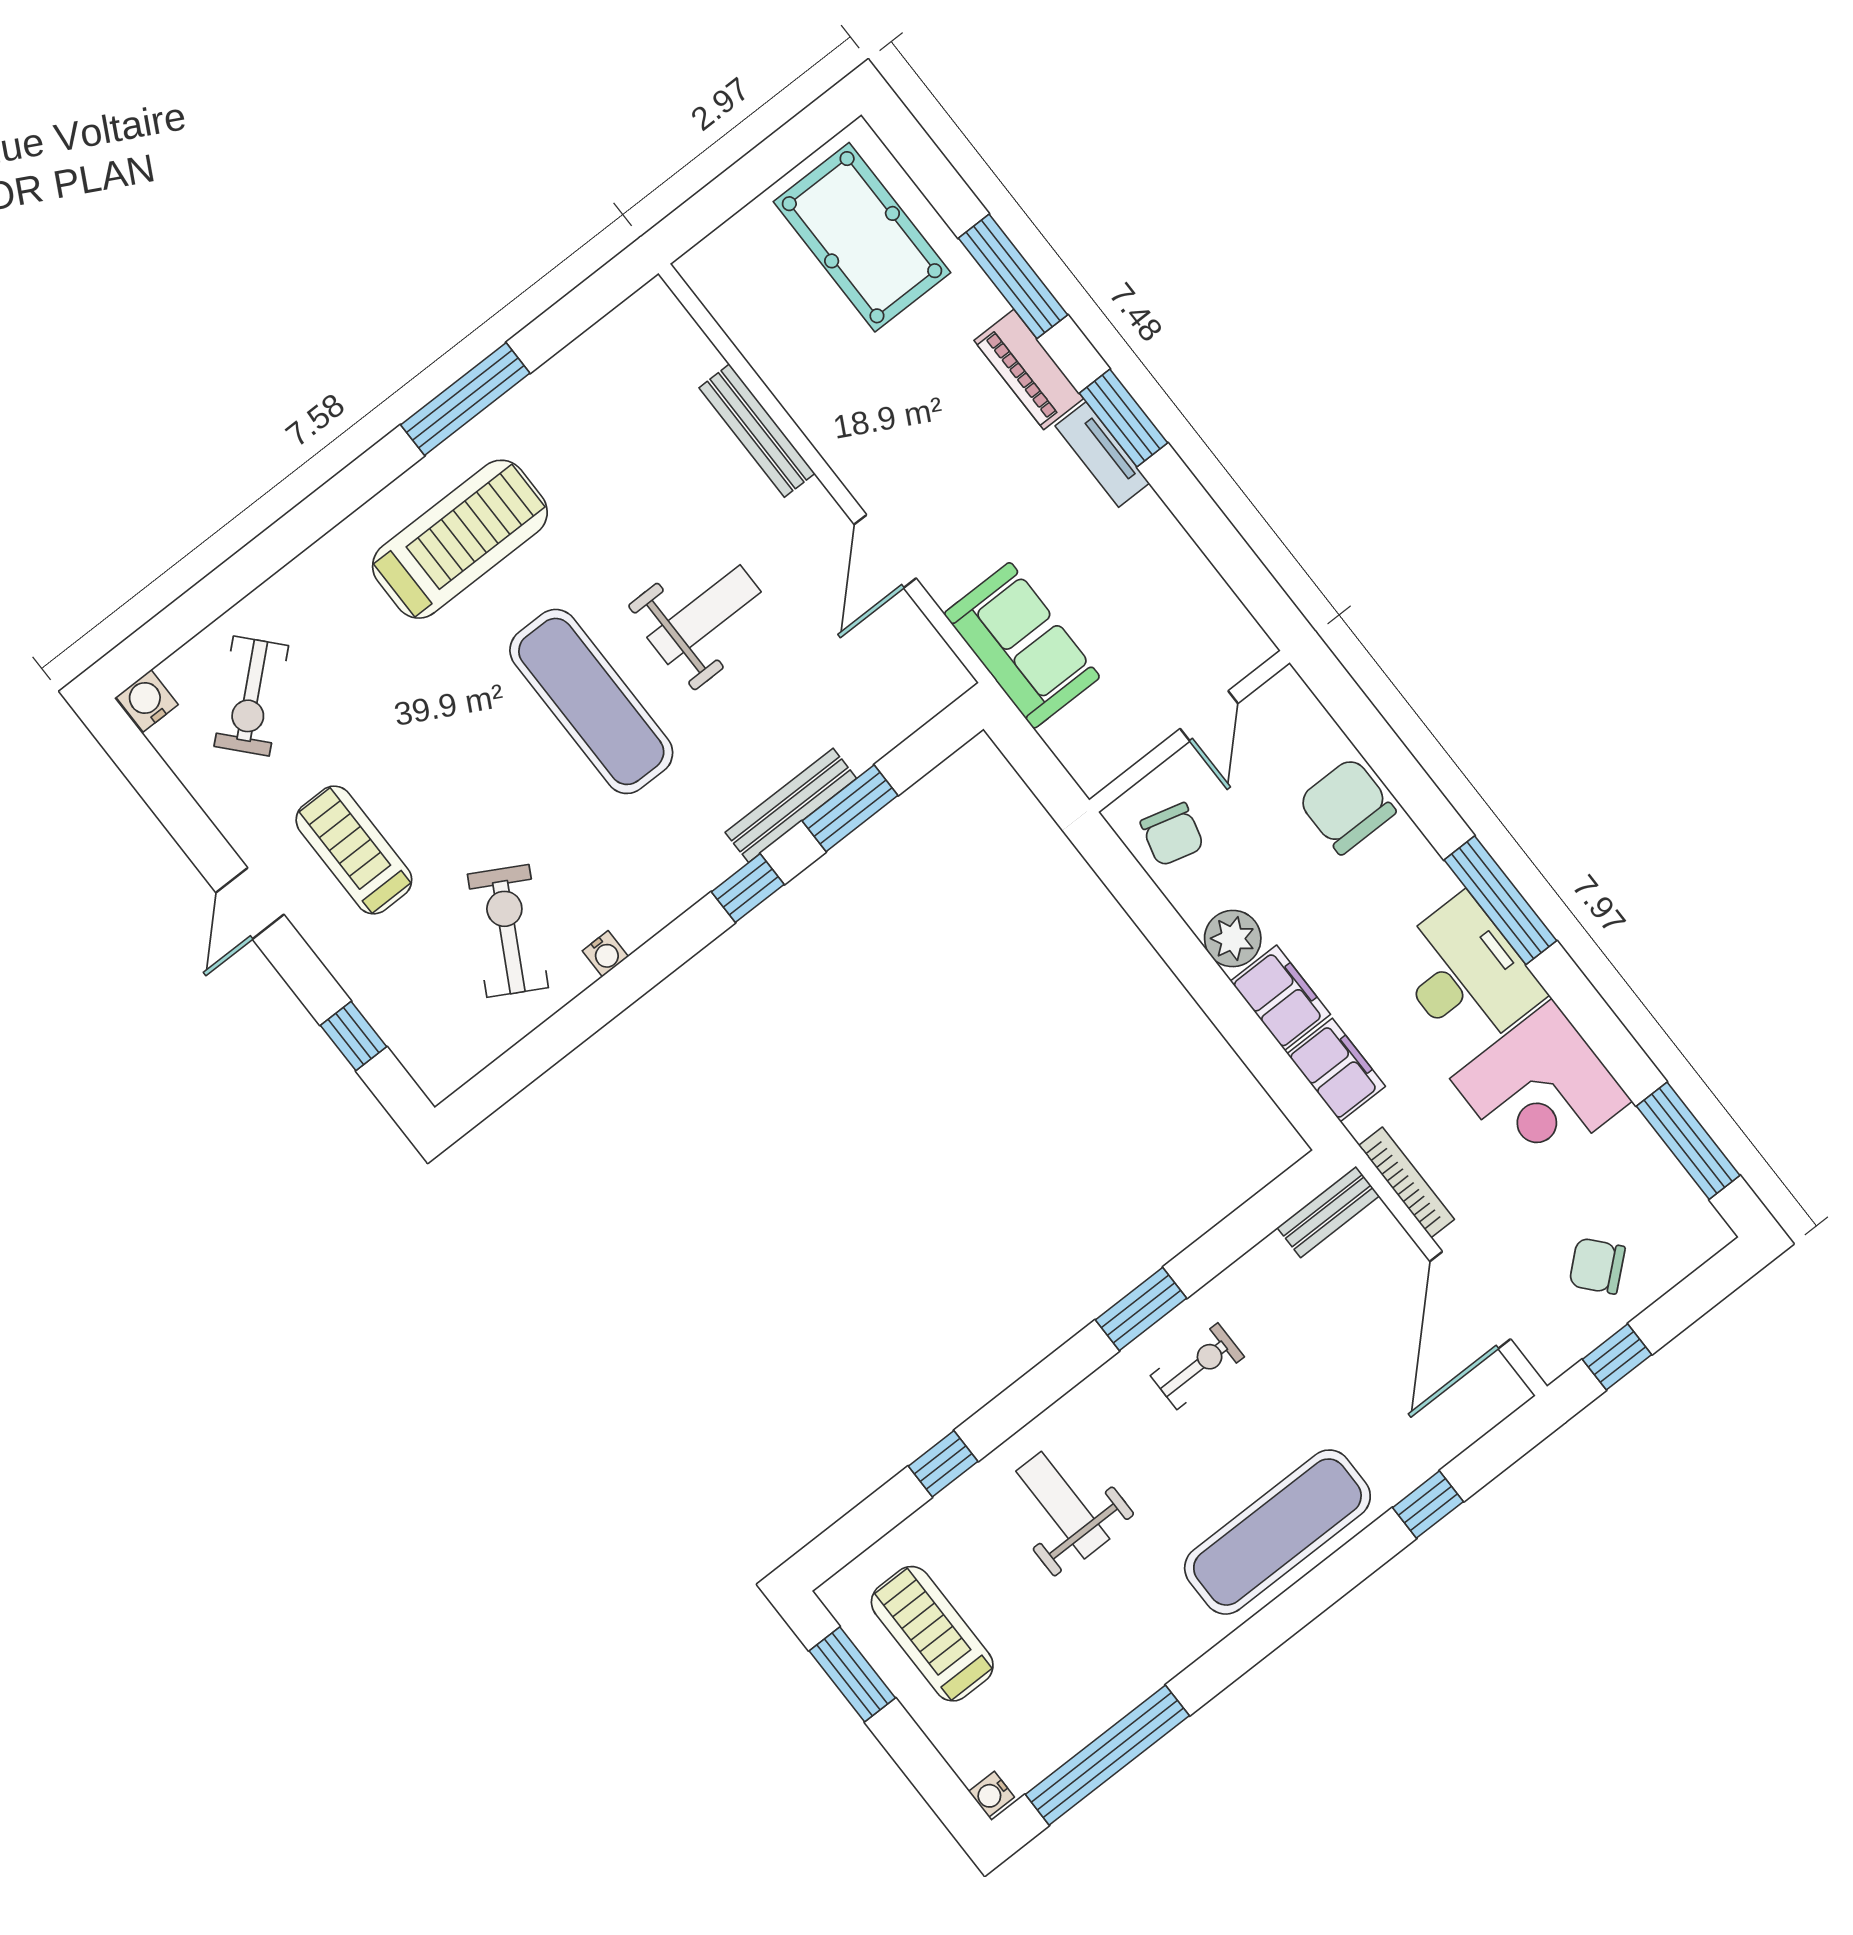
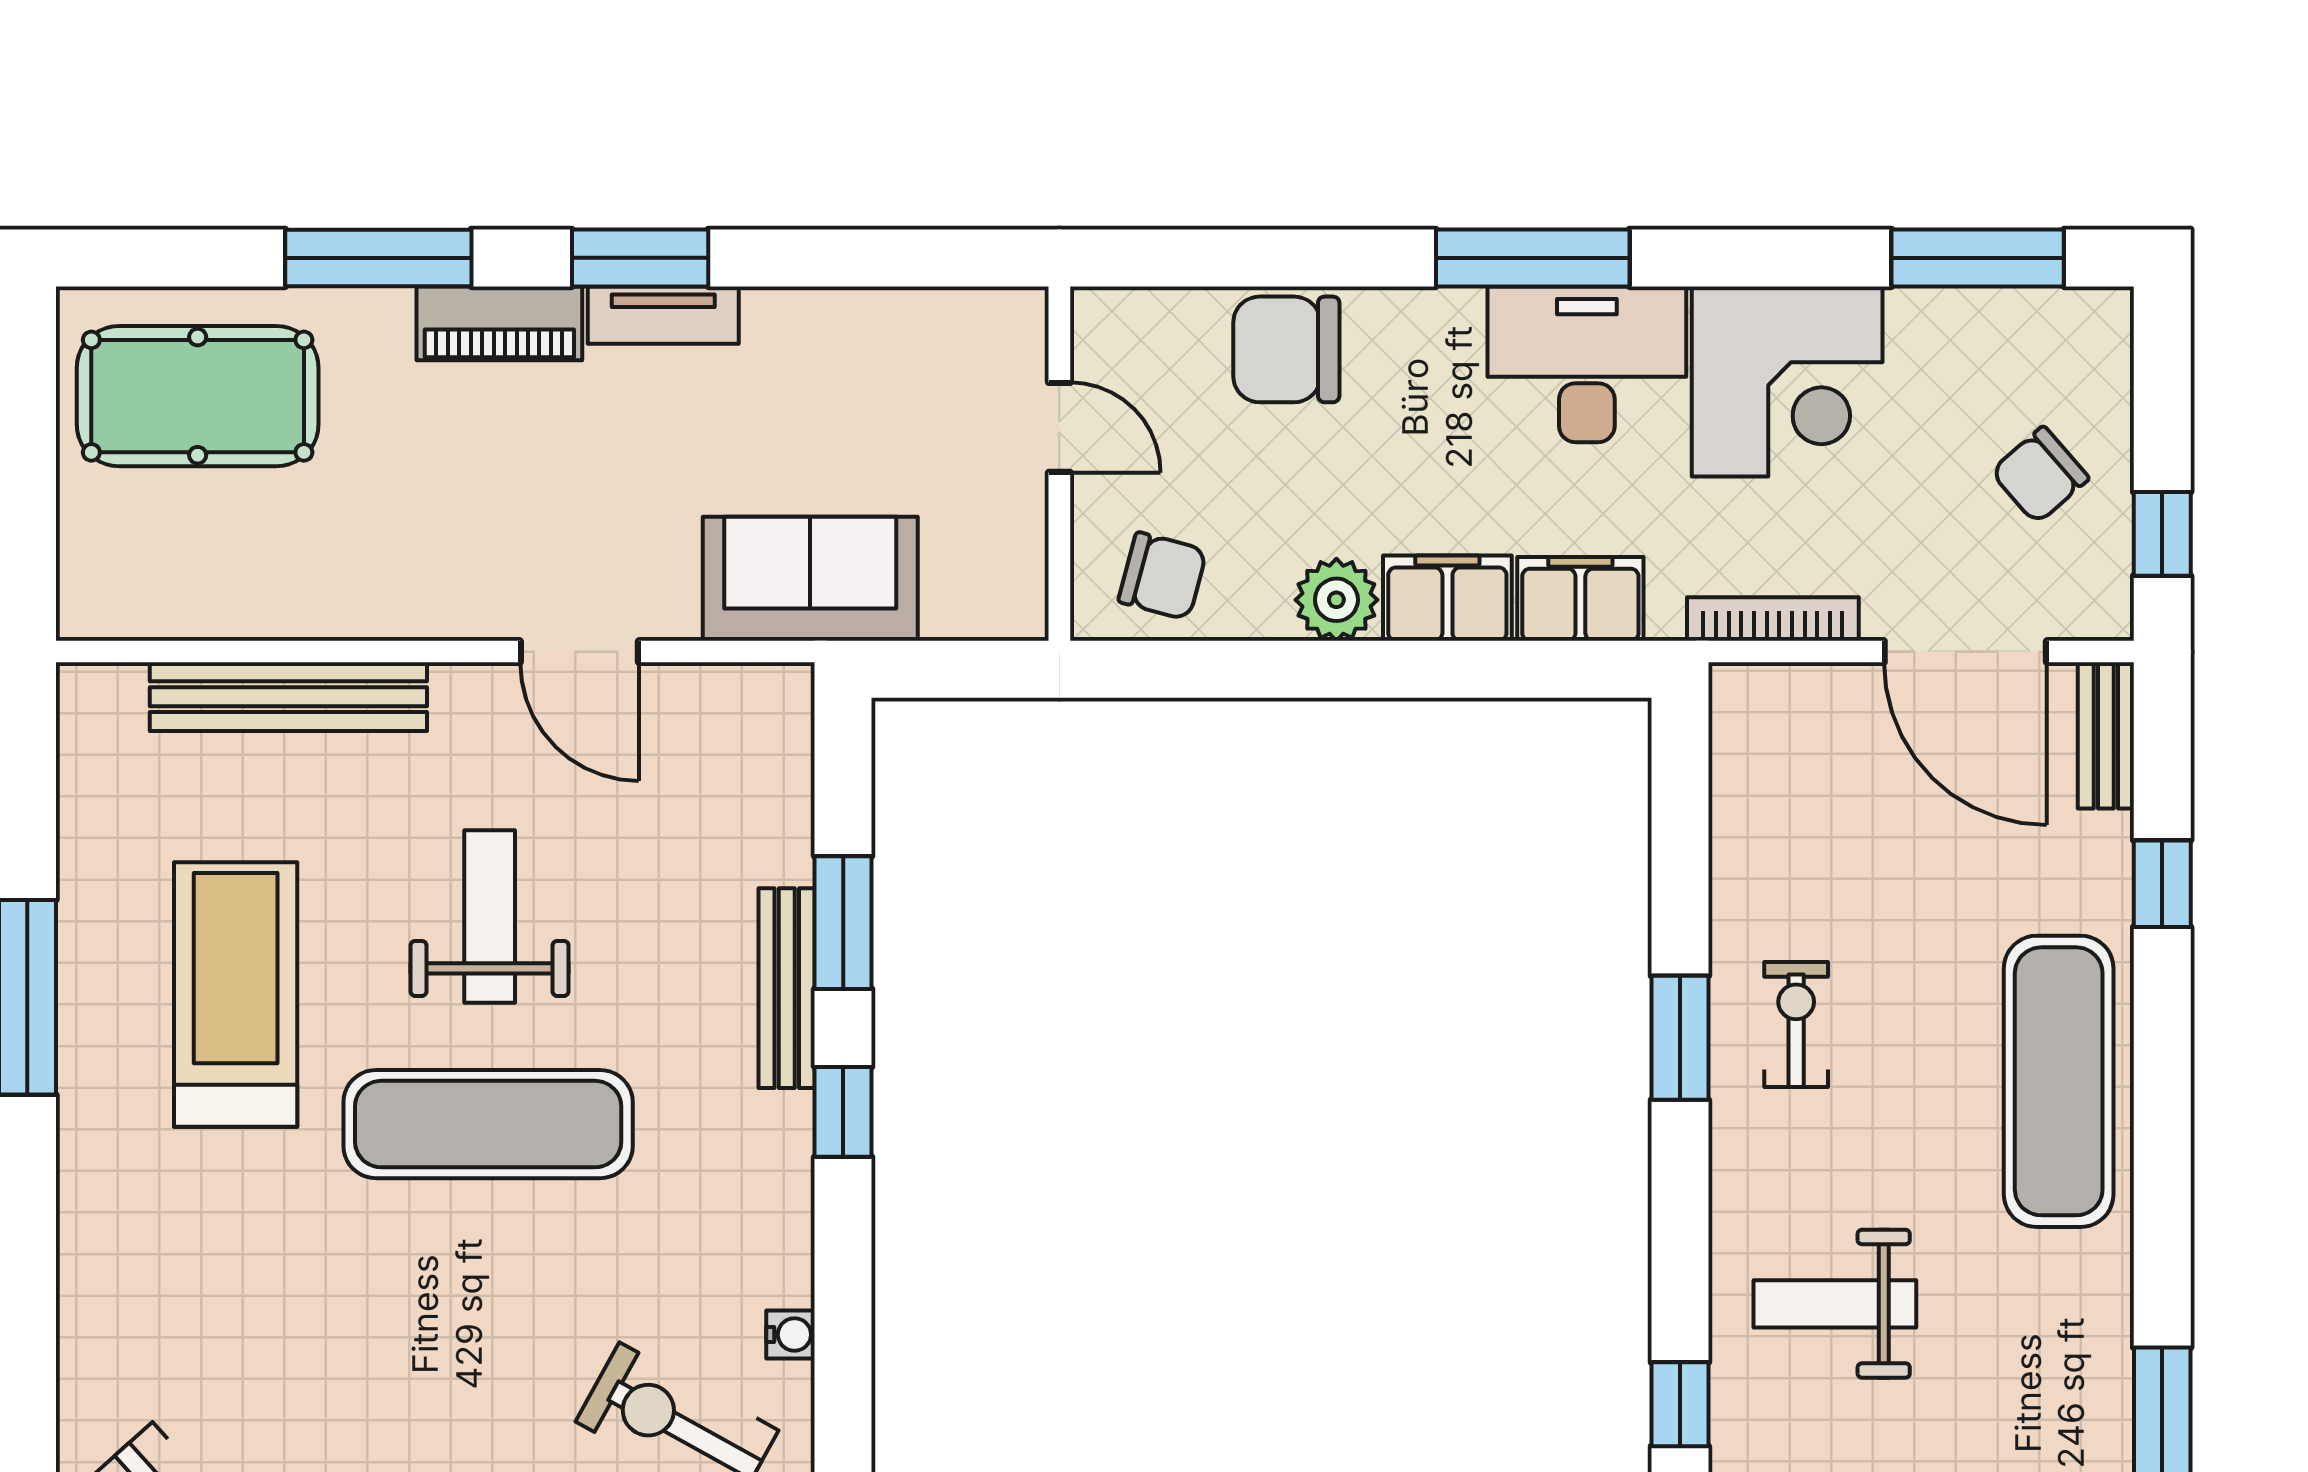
bench: (757, 431) -> (288, 697), width x1.37, depth x1.21
treadmill: (460, 539) -> (236, 995), moved
bench: (1328, 1212) -> (2106, 735), moved

